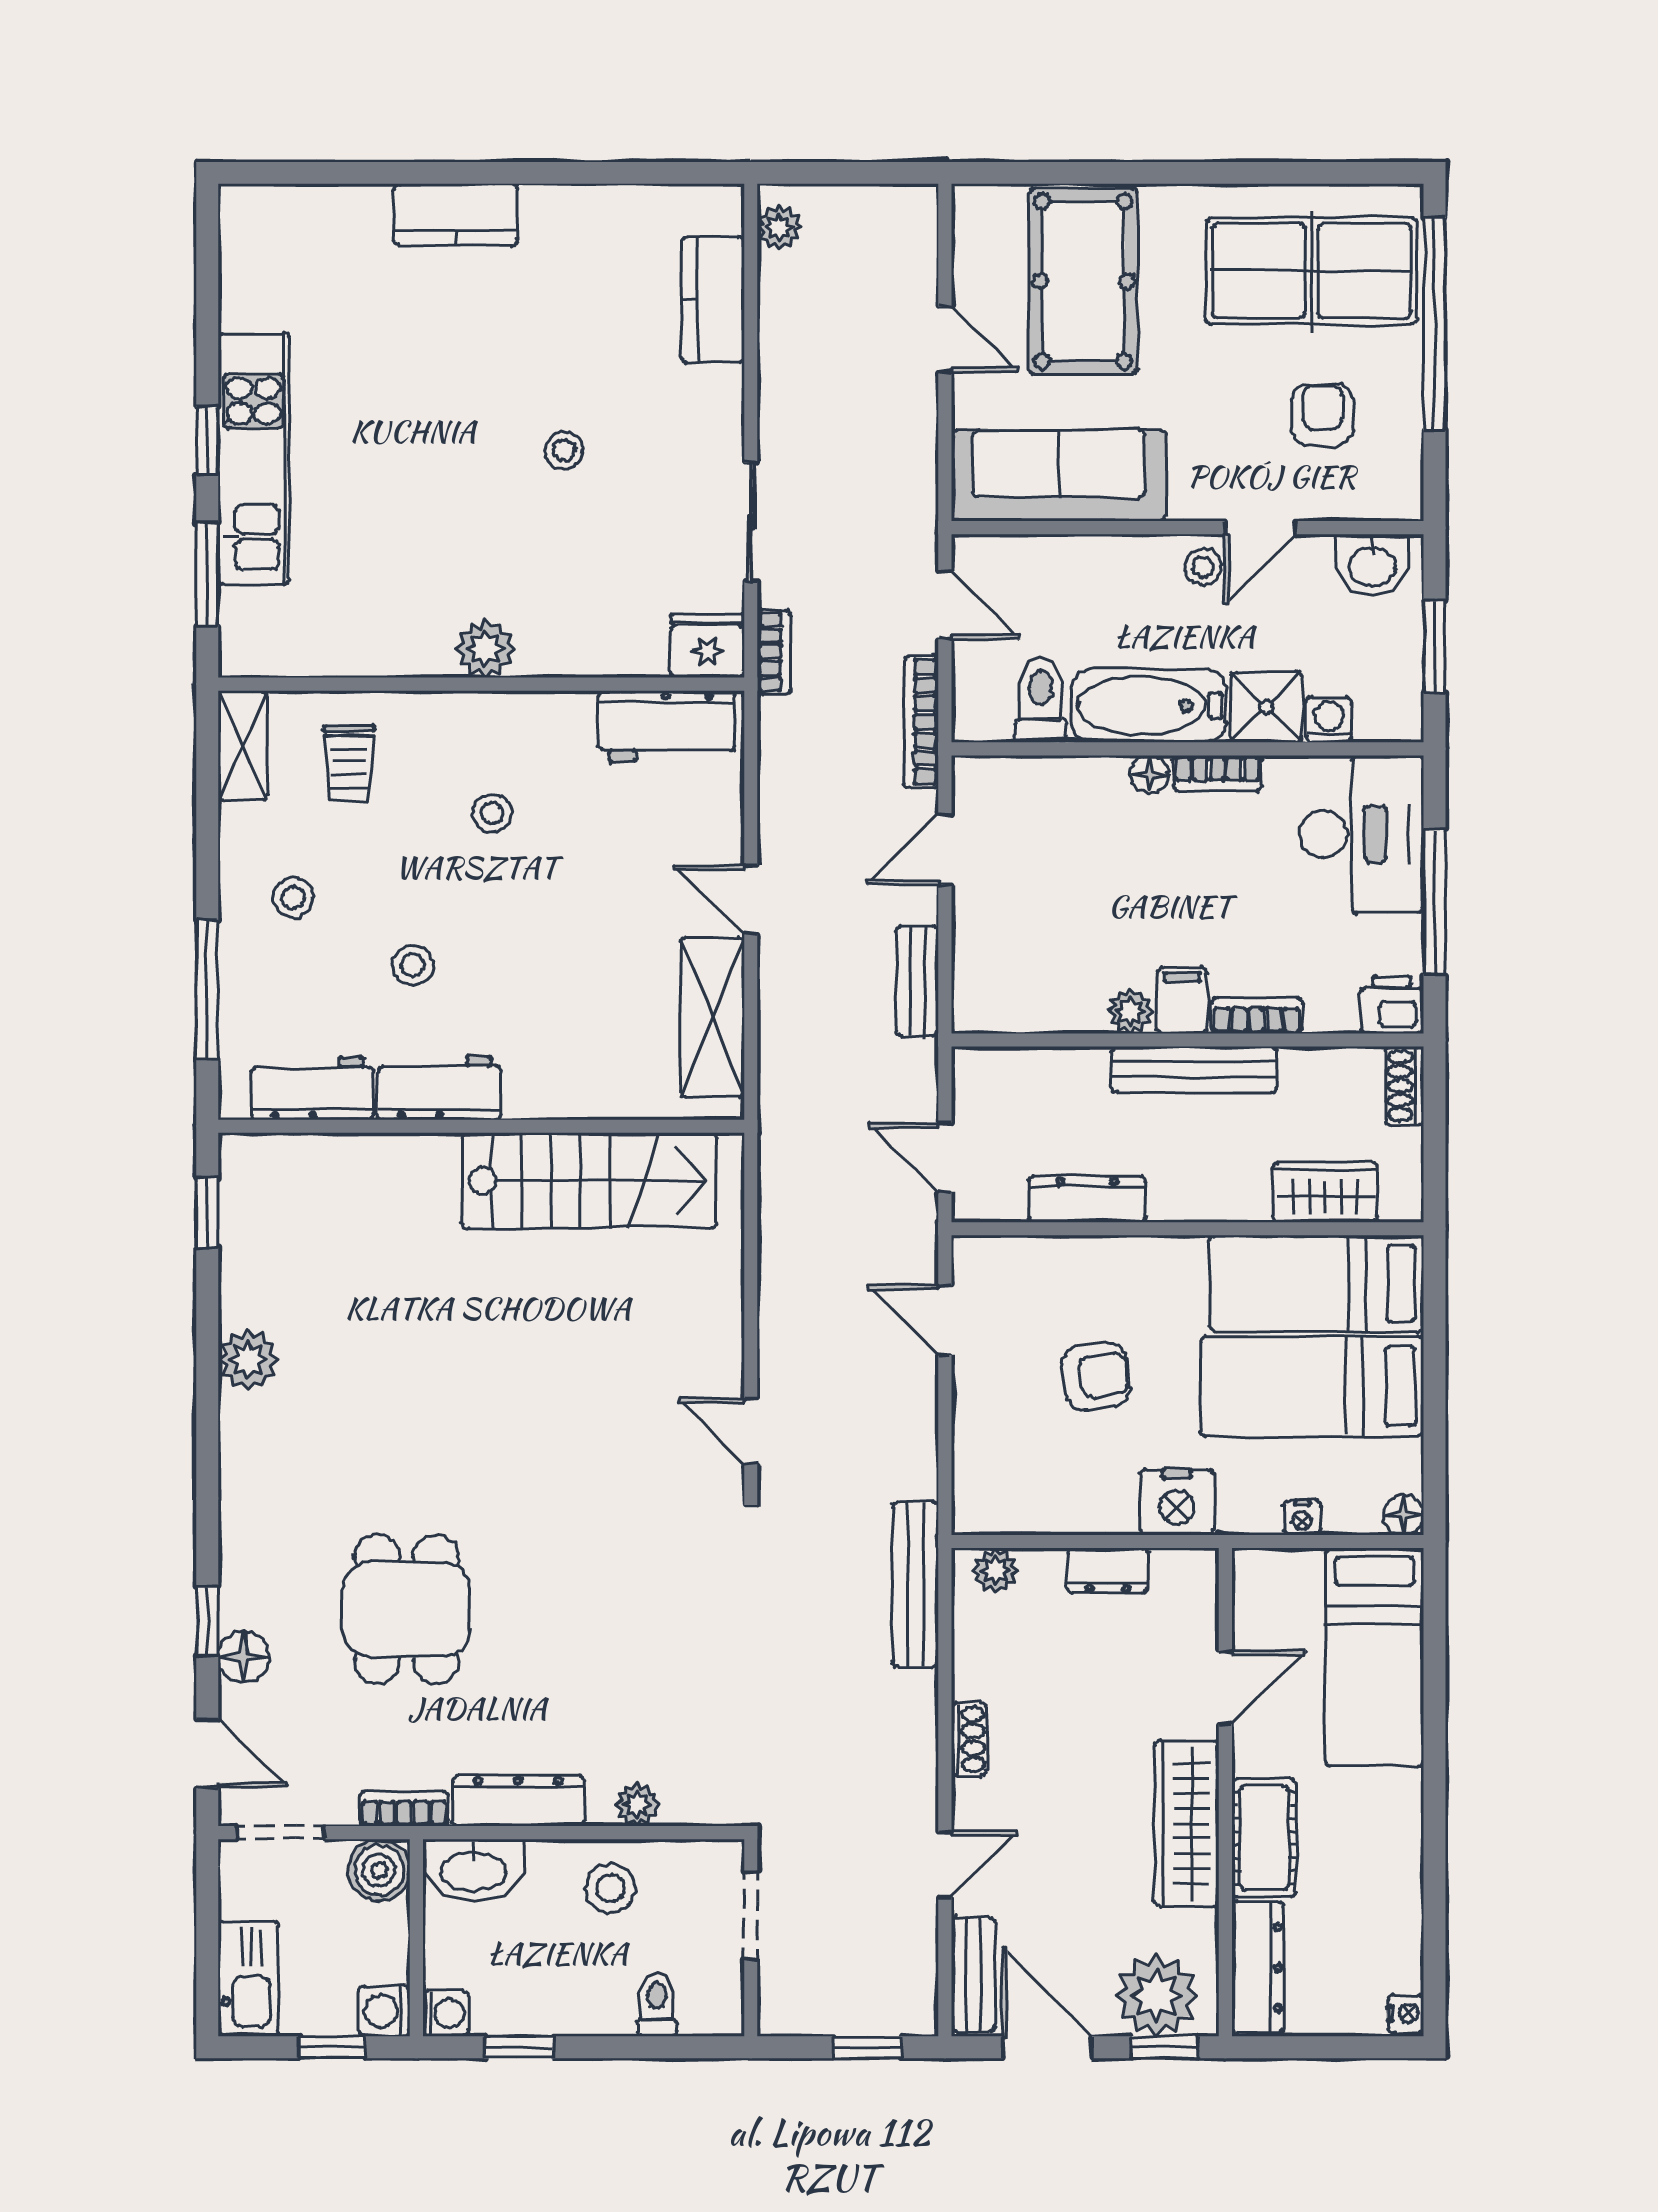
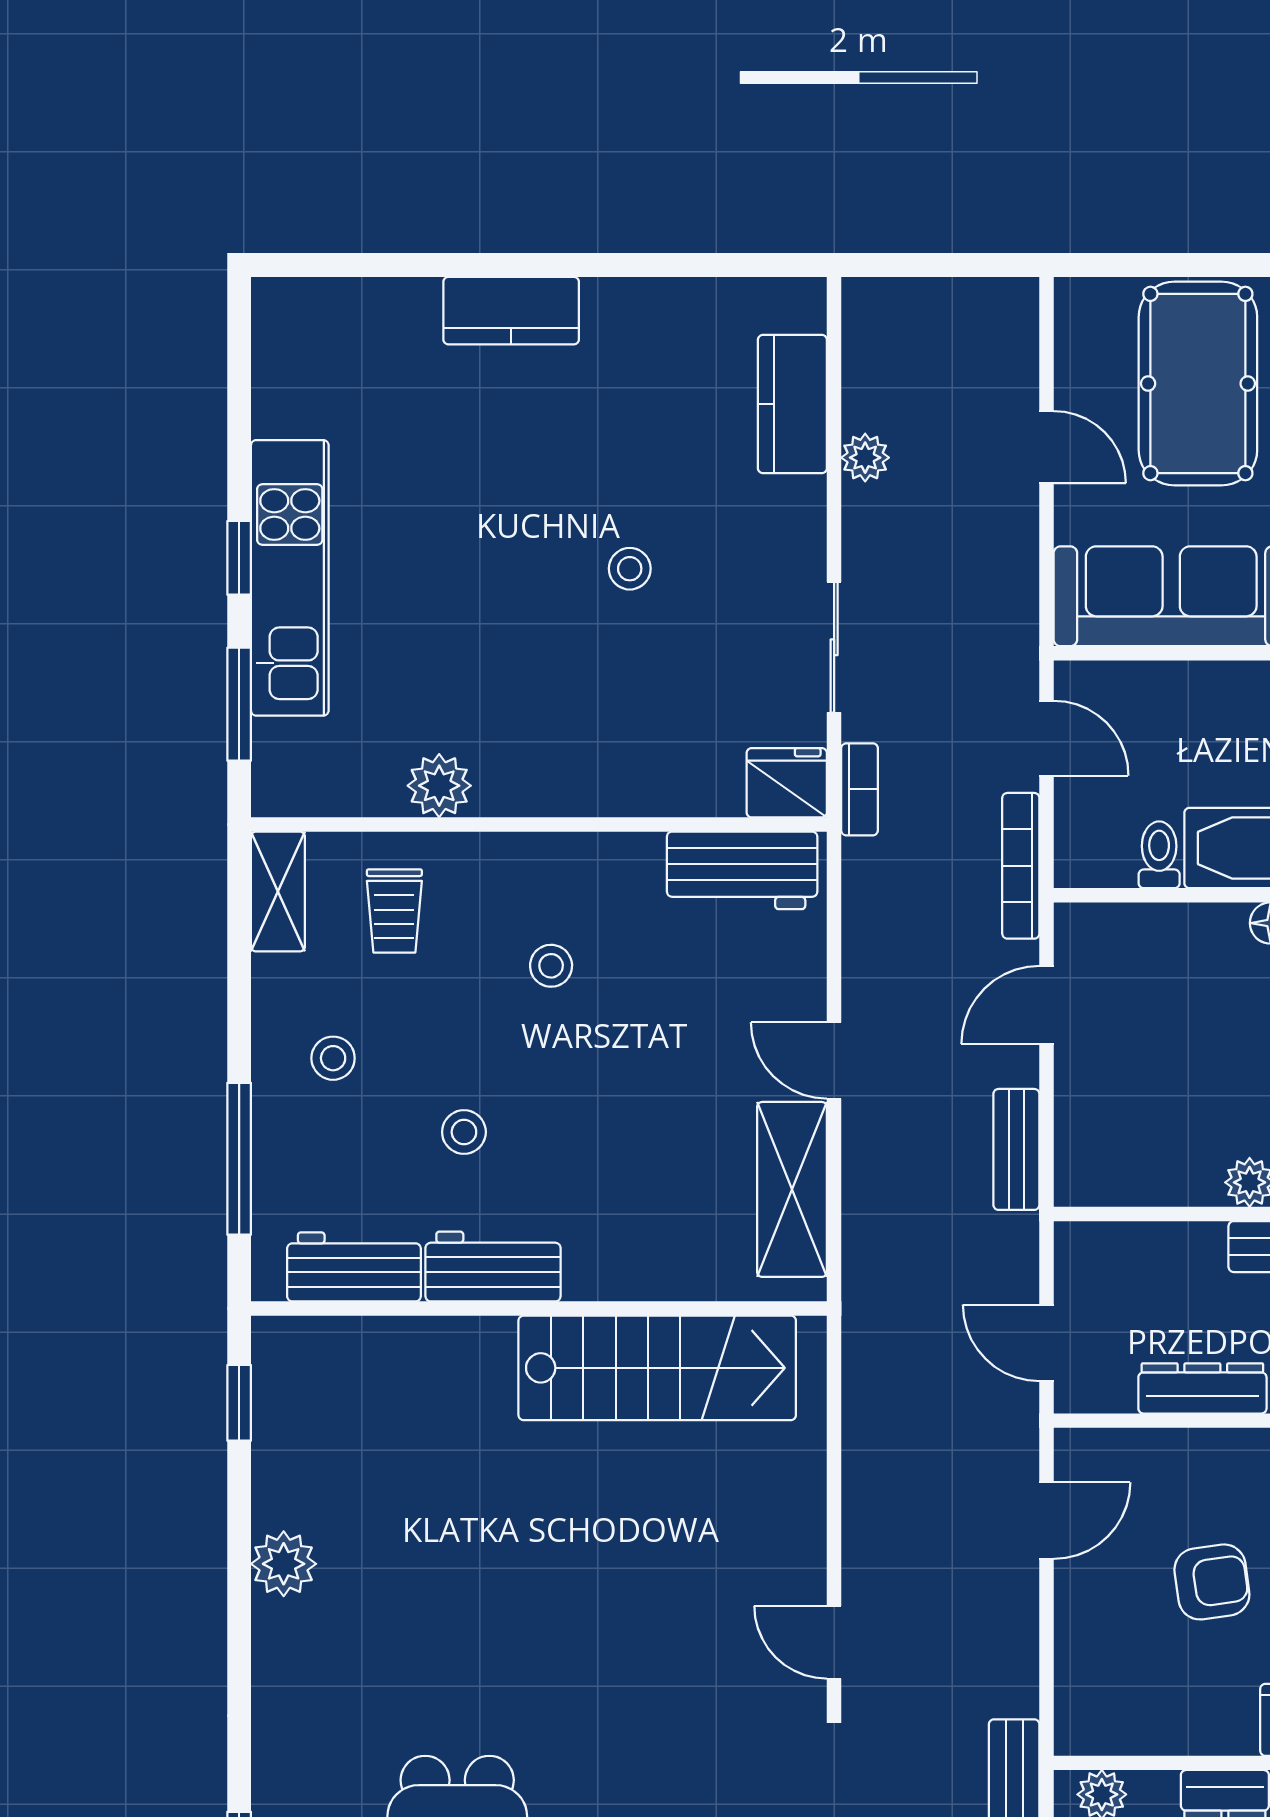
plant: (779, 227) -> (865, 458), moved
plant: (485, 649) -> (439, 786), moved
toilet: (1041, 700) -> (1159, 855), width x0.73, depth x0.72
door: (945, 1320) -> (1047, 1521), swing flipped

